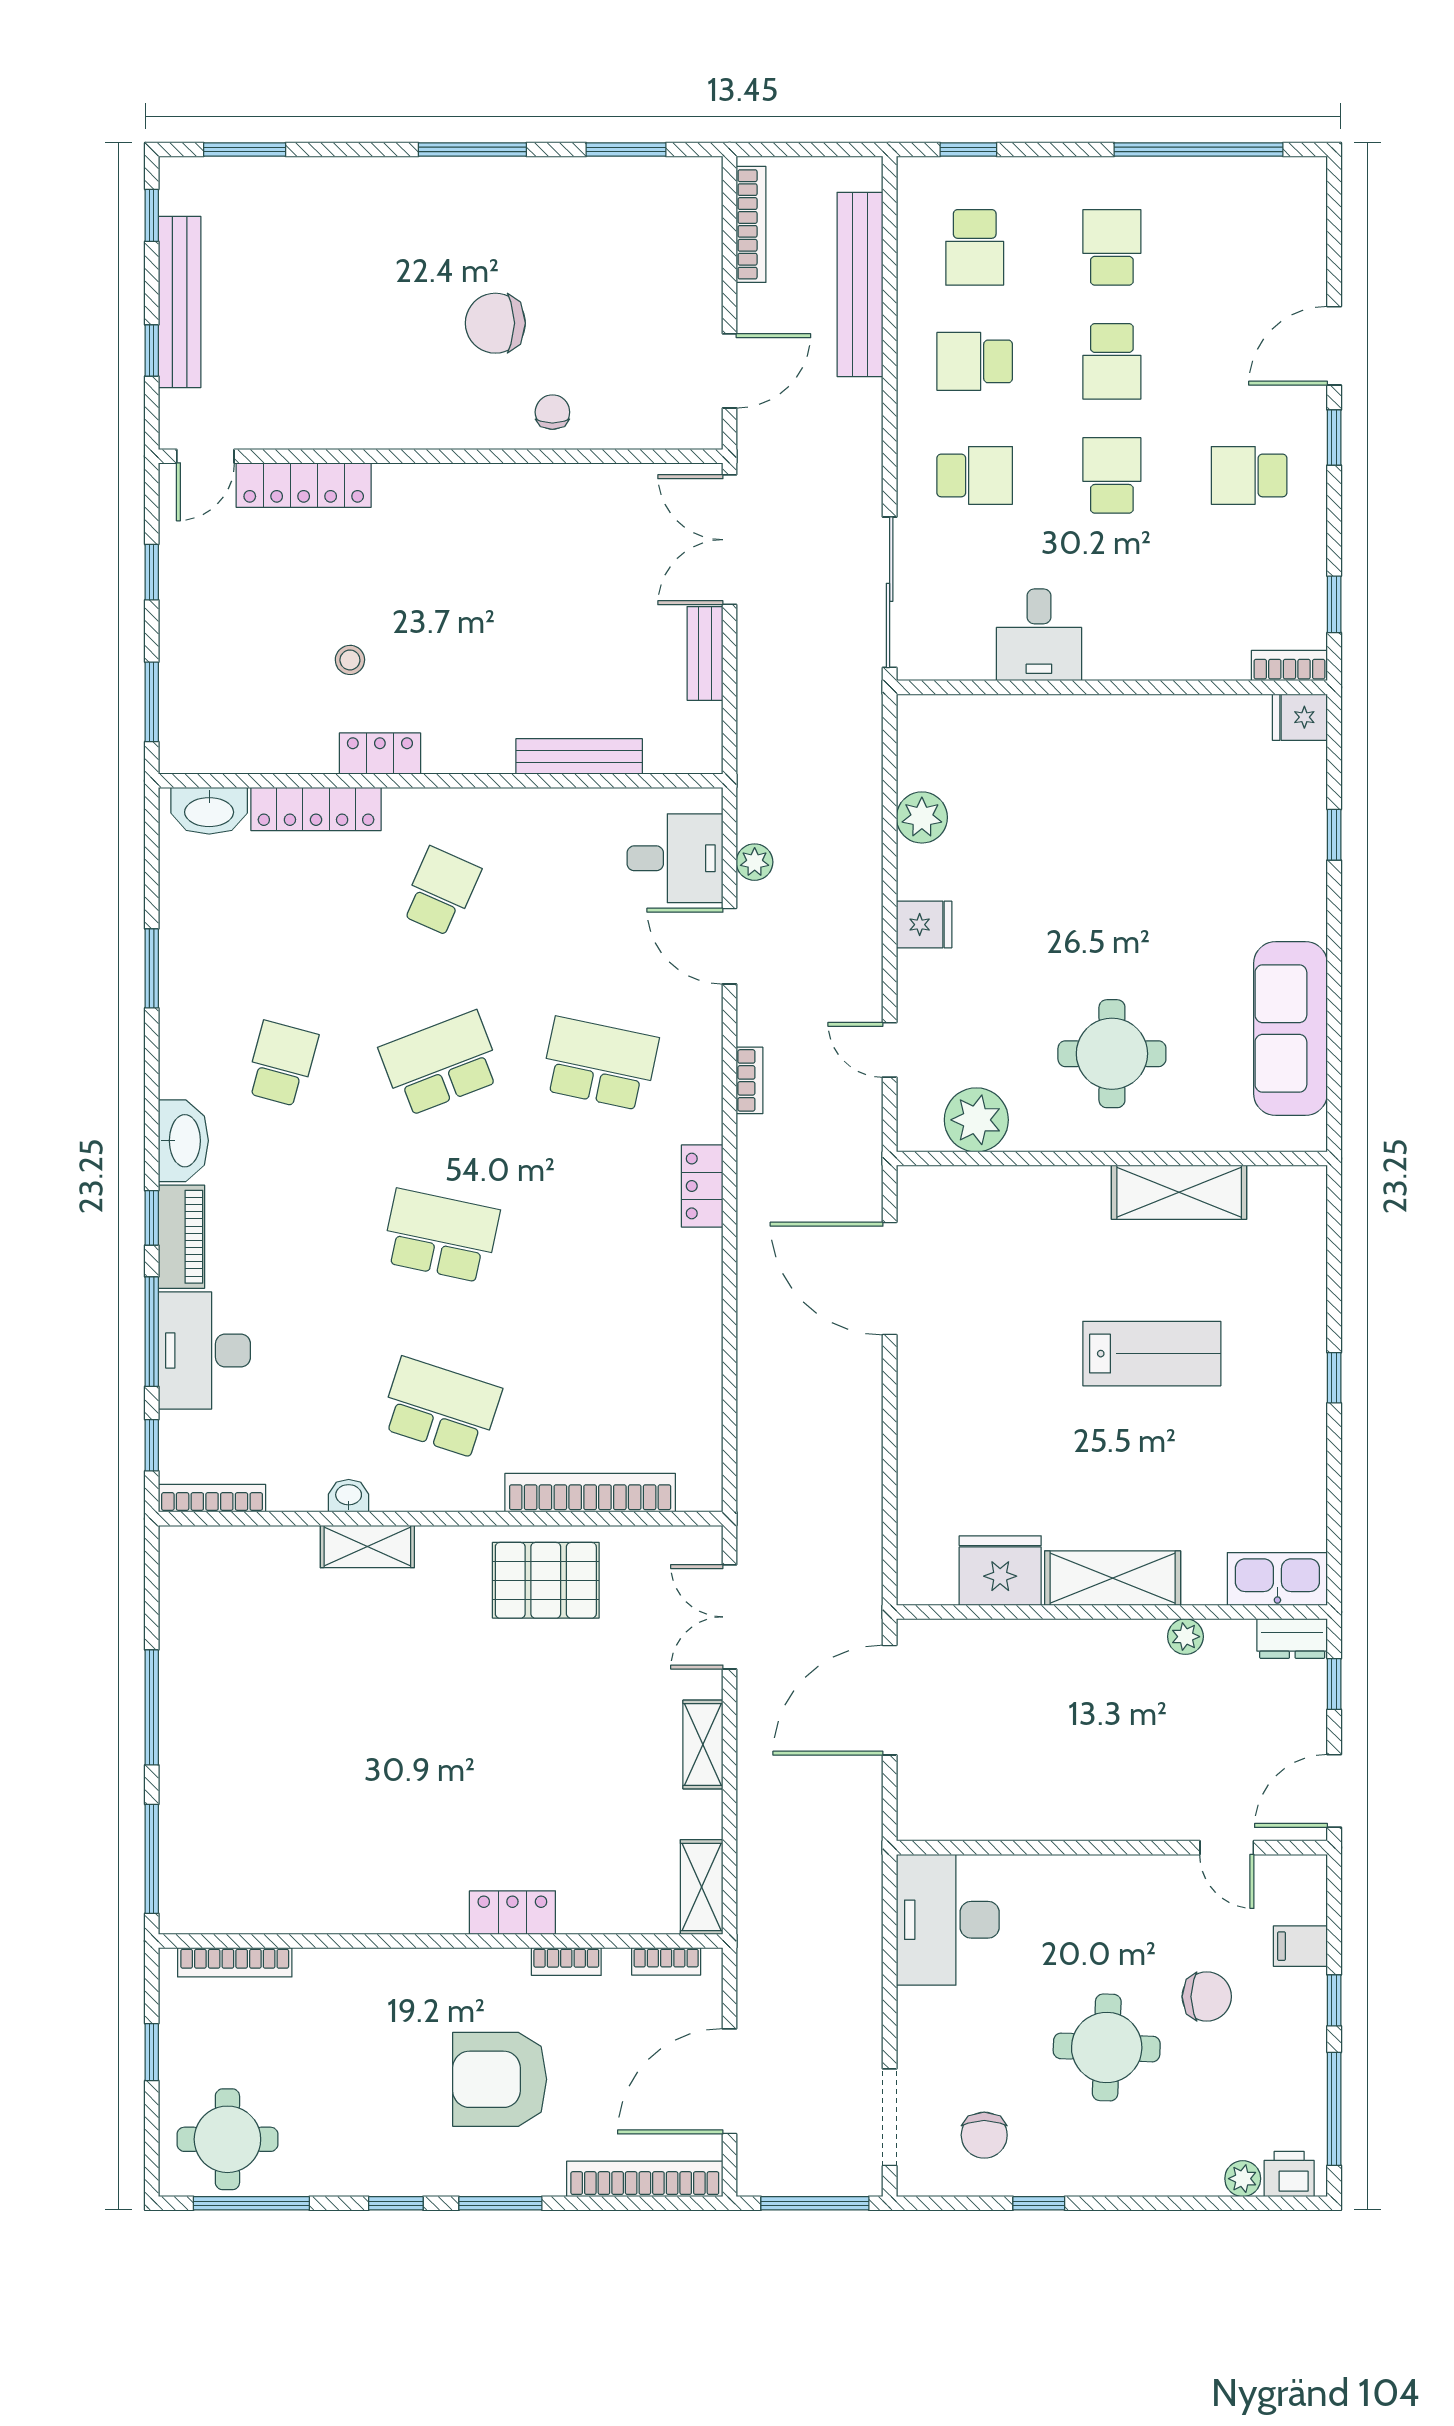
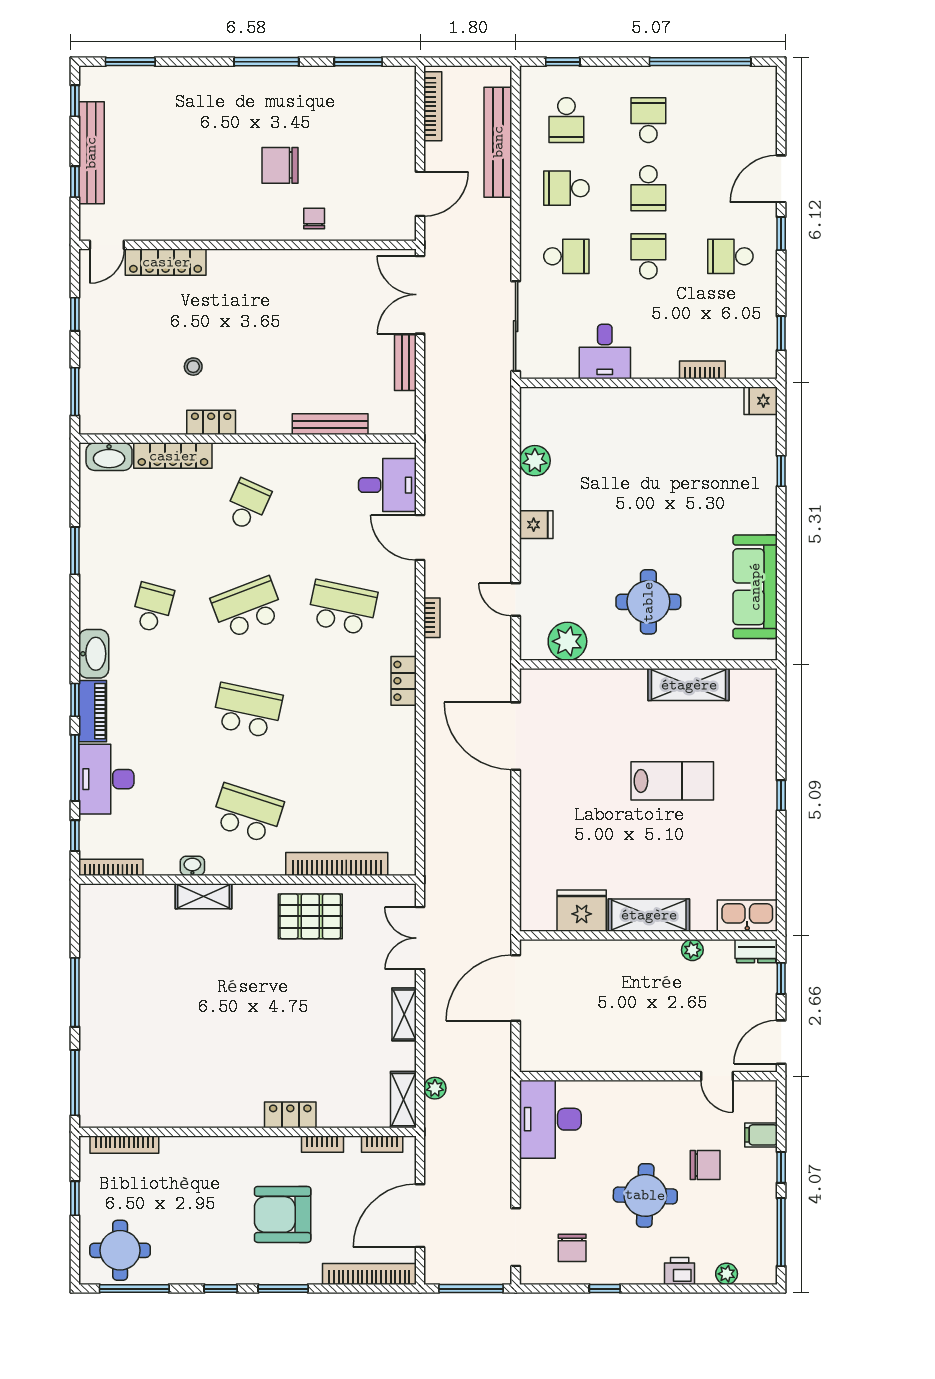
bookcase: (1289, 665) -> (702, 370), moved
plant: (755, 862) -> (435, 1088), moved
printer: (1289, 2174) -> (680, 1271), moved

